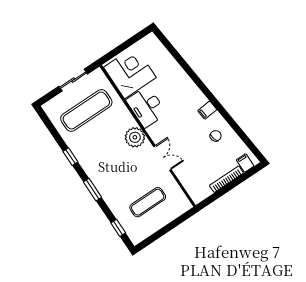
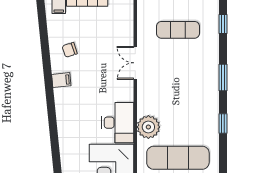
plant: (135, 137) -> (148, 127), moved

